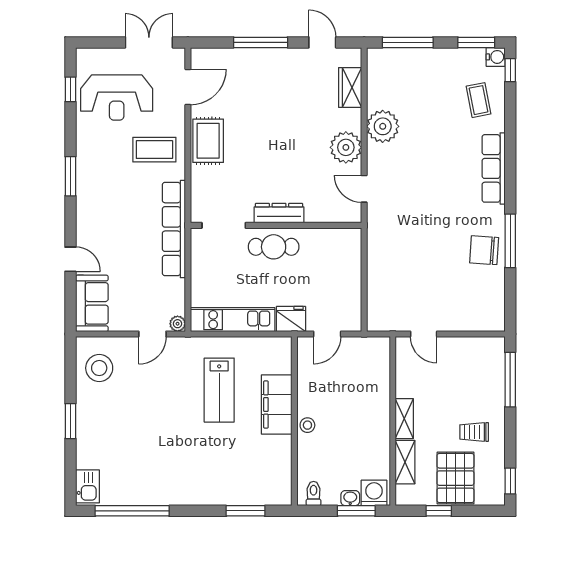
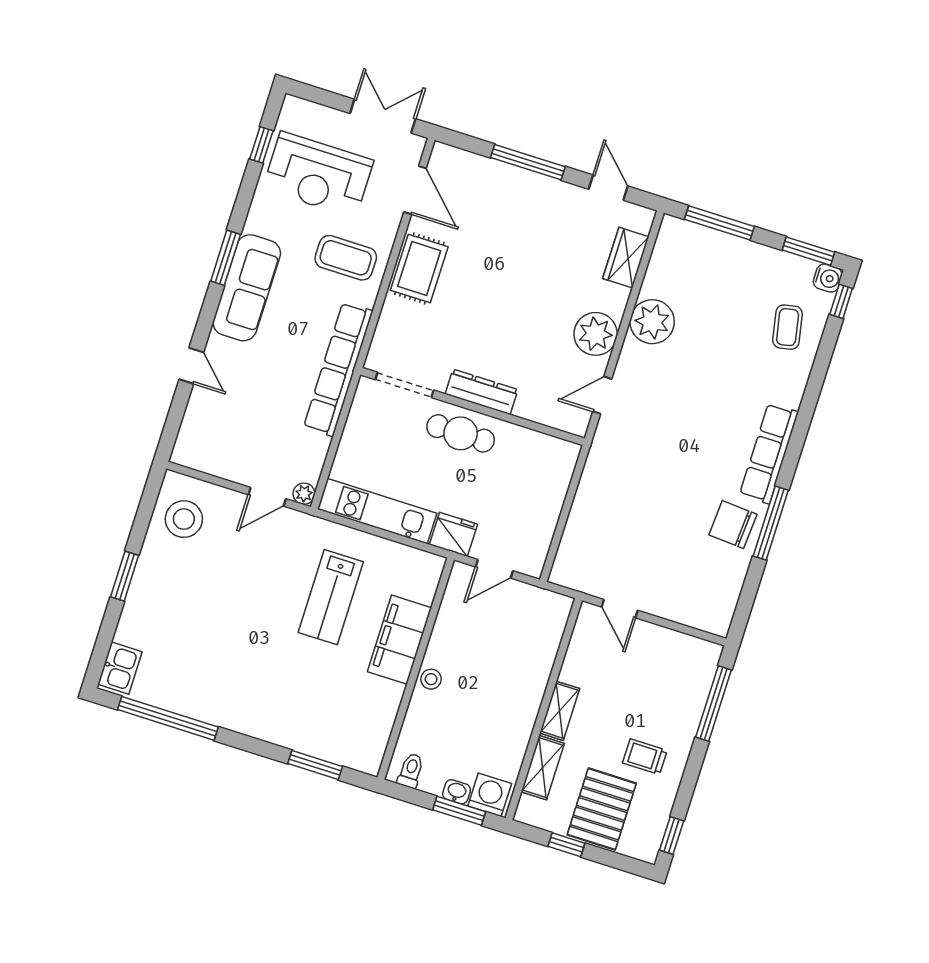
door: (188, 87) -> (415, 190), hinge flipped
row of seats: (494, 168) -> (769, 453), moved
door: (364, 189) -> (602, 395), hinge flipped
sofa: (92, 303) -> (247, 288), moved, width x1.36

